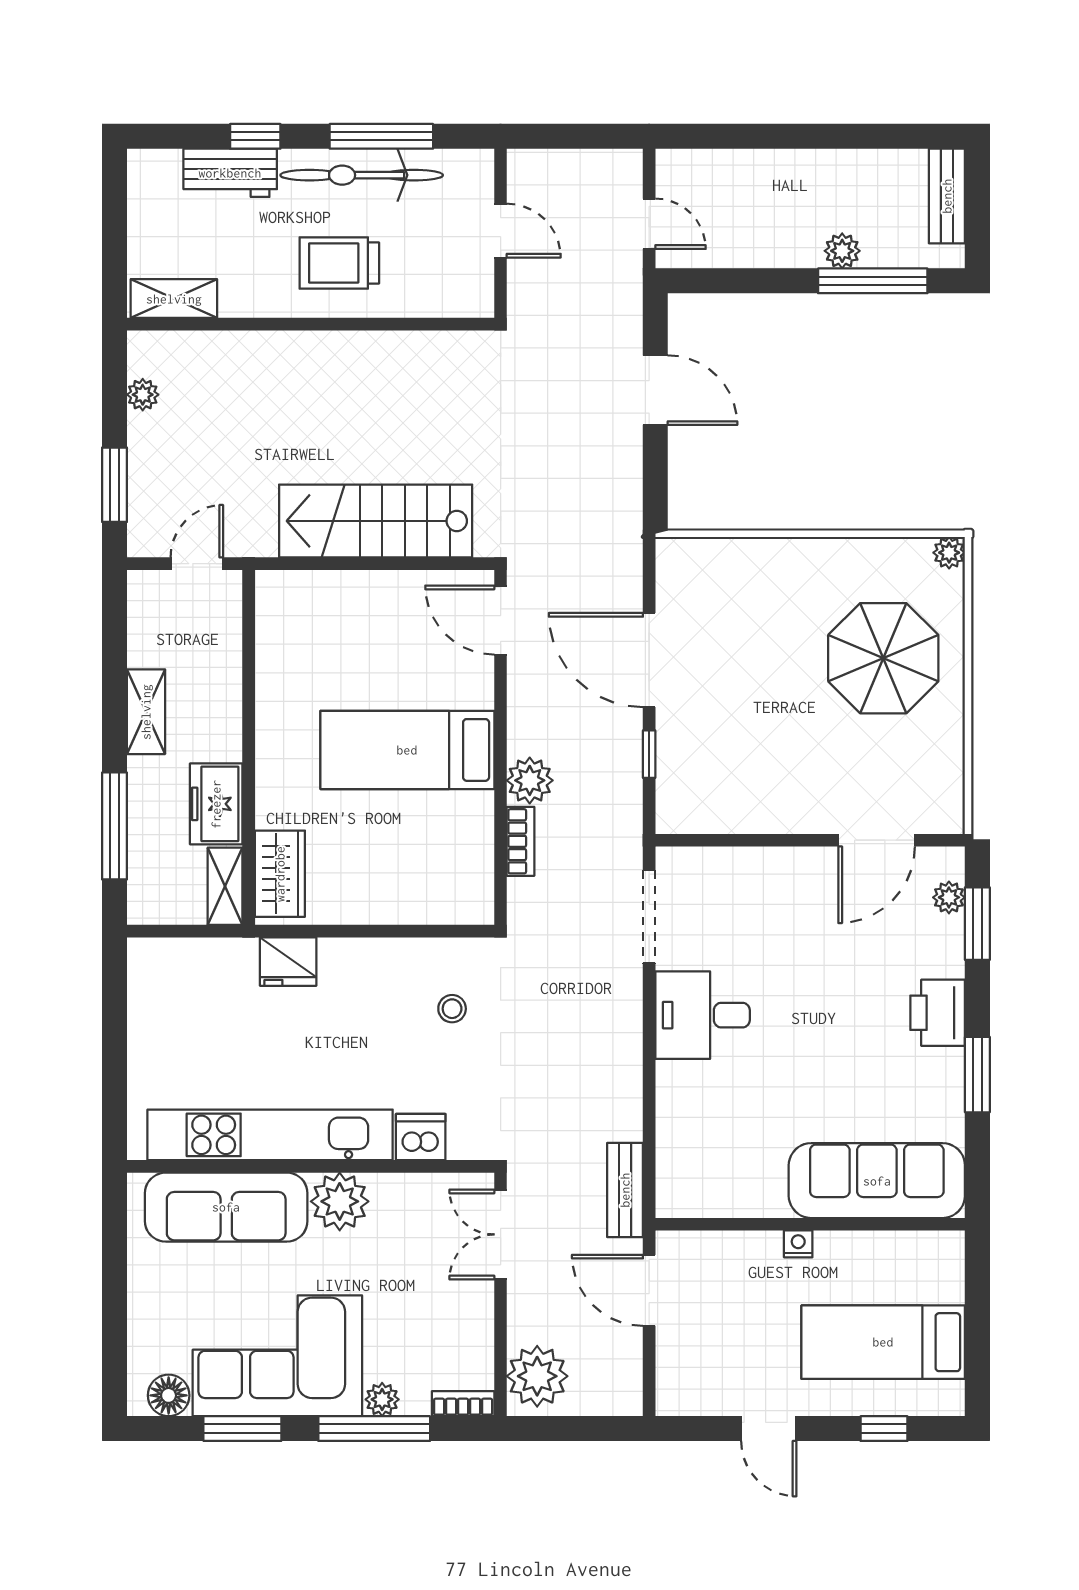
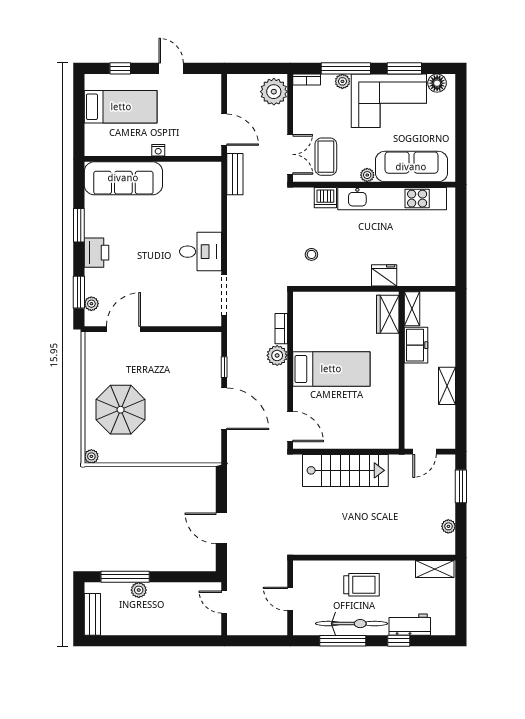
window: (114, 826) -> (461, 335), removed
plant: (340, 1201) -> (367, 175), width x0.53, depth x0.53
coffee table: (420, 1230) -> (326, 157), added

